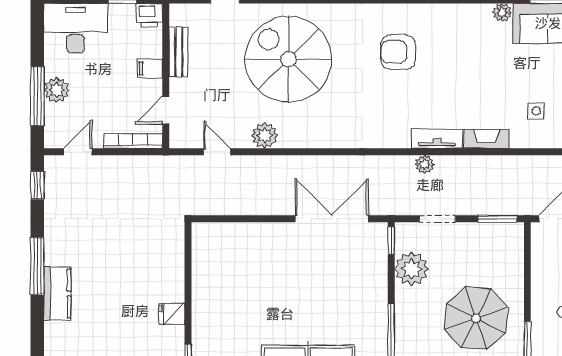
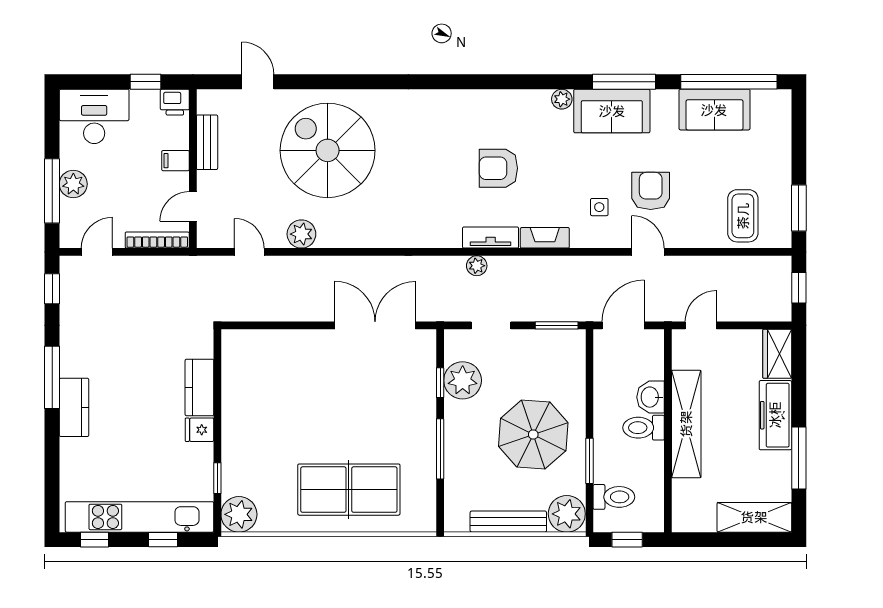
armchair: (398, 52) -> (498, 168), moved
window: (391, 241) -> (440, 383), moved
kitchen counter: (172, 275) -> (199, 387), added

